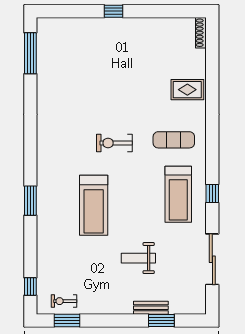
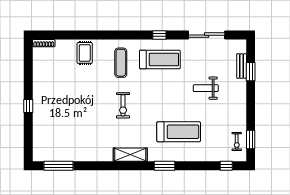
shelving: (46, 153) -> (130, 155), added
treadmill: (94, 205) -> (179, 132), moved
weight bench: (138, 258) -> (206, 88), turned 90
bench: (151, 308) -> (242, 66), moved

